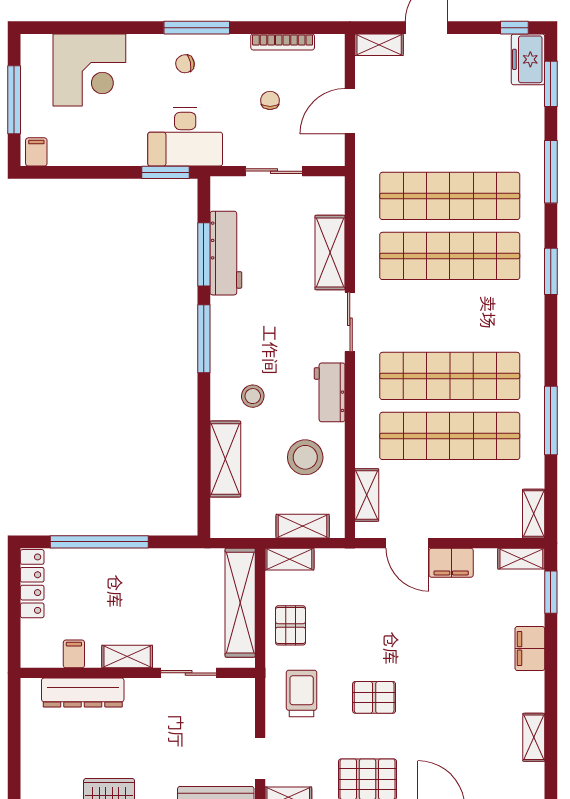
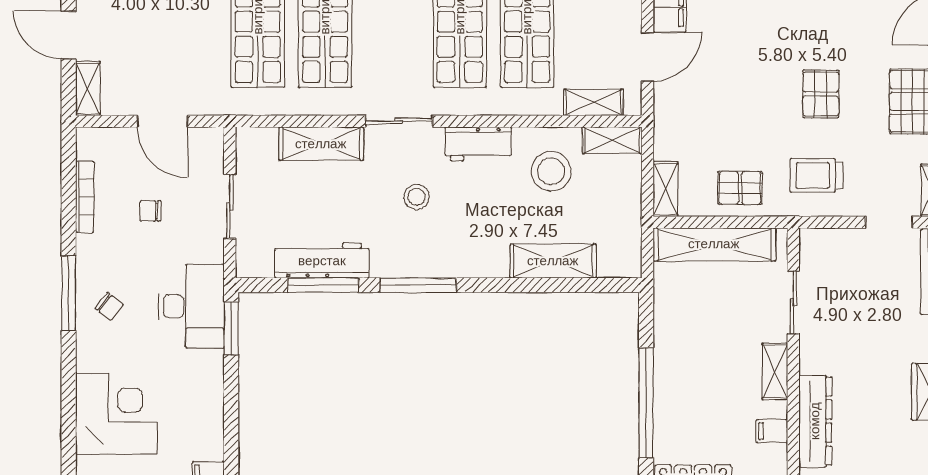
chair: (185, 64) -> (109, 306), turned -42
stool: (253, 396) -> (417, 197), moved
shelving: (303, 526) -> (612, 140), moved, turned 90

